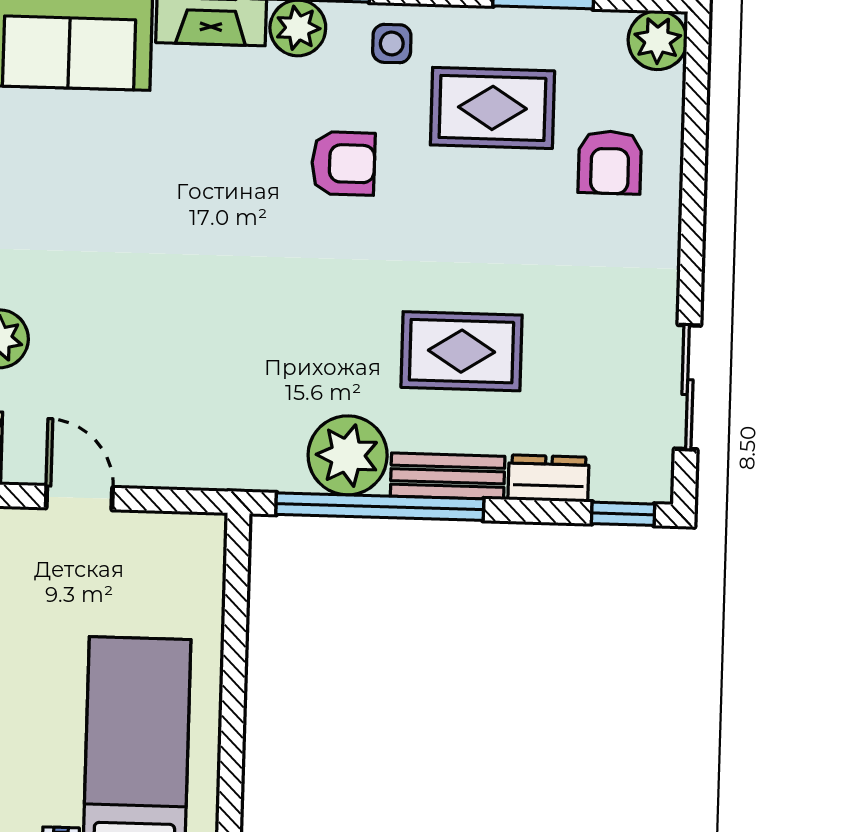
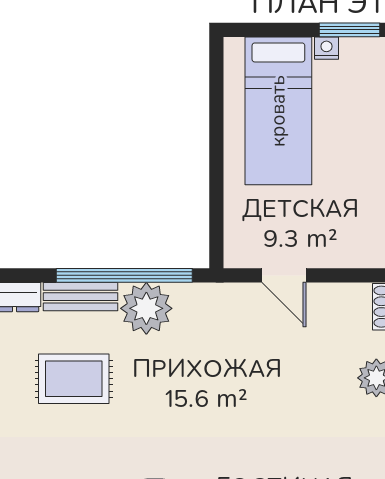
door: (79, 498) -> (284, 275), moved

